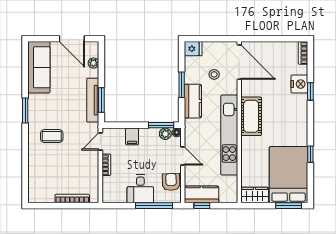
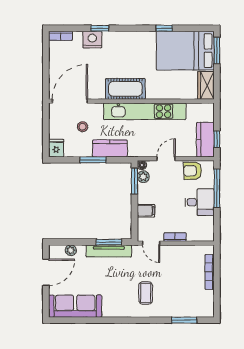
window: (25, 111) -> (184, 320), moved

